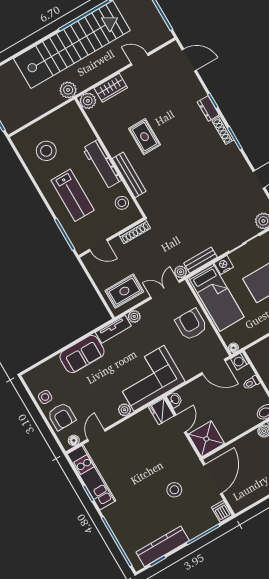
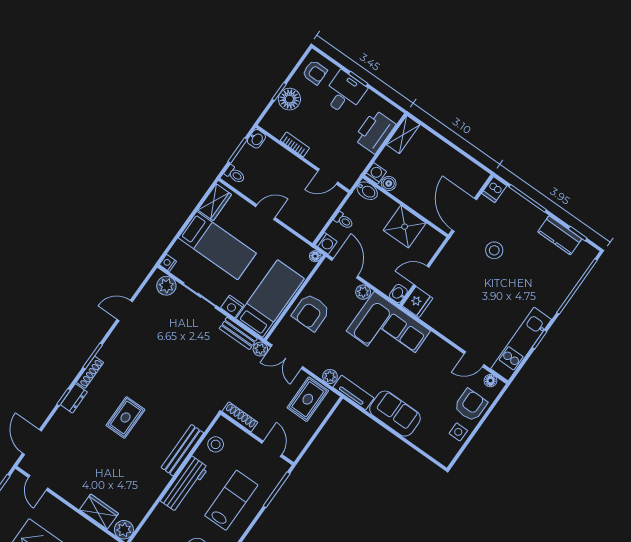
door: (140, 59) -> (38, 483), moved
rug: (144, 137) -> (125, 417), moved
rug: (124, 291) -> (308, 399), turned 90
plant: (124, 410) -> (363, 292), moved
shower: (206, 439) -> (405, 227), moved
door: (213, 479) -> (464, 215), hinge flipped
kitchen counter: (163, 546) -> (560, 235), width x0.67

